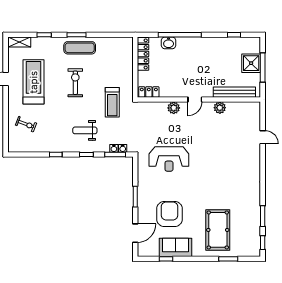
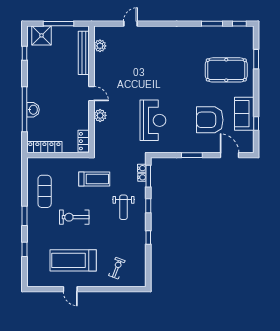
shelving: (19, 42) -> (32, 275), removed
washbasin: (169, 43) -> (33, 110), moved
exercise mat: (80, 48) -> (45, 191), moved
shower: (251, 63) -> (42, 35), moved
plant: (220, 108) -> (100, 46), moved

